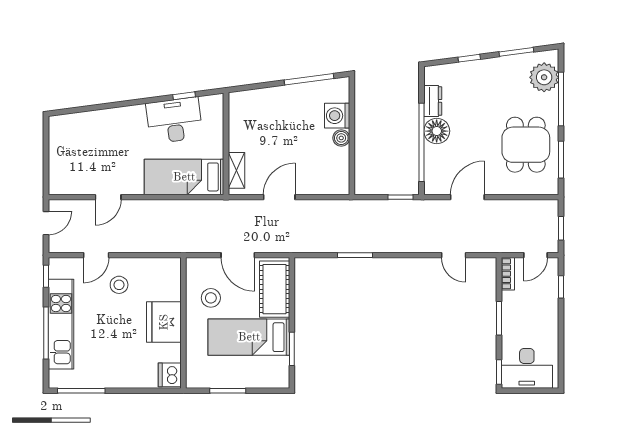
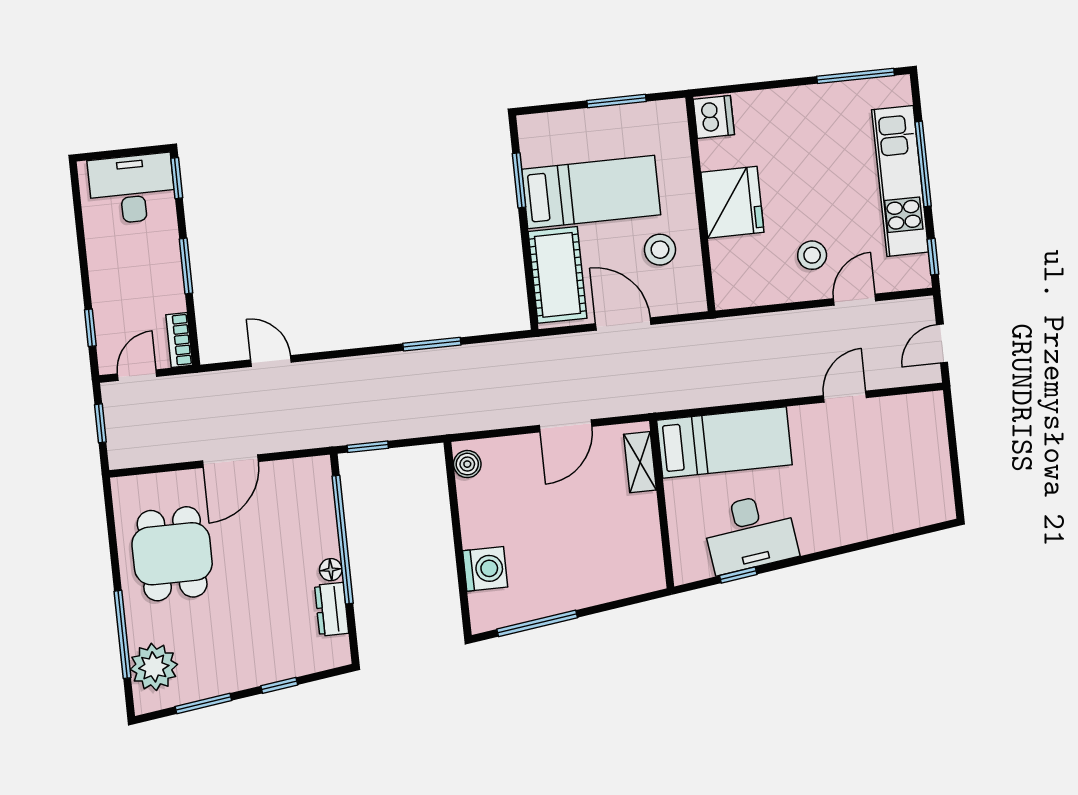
floor lamp: (437, 131) -> (331, 570), width x0.53, depth x0.53
boiler: (341, 138) -> (467, 464), moved
window: (561, 160) -> (112, 535), removed
door: (467, 197) -> (230, 461), moved

